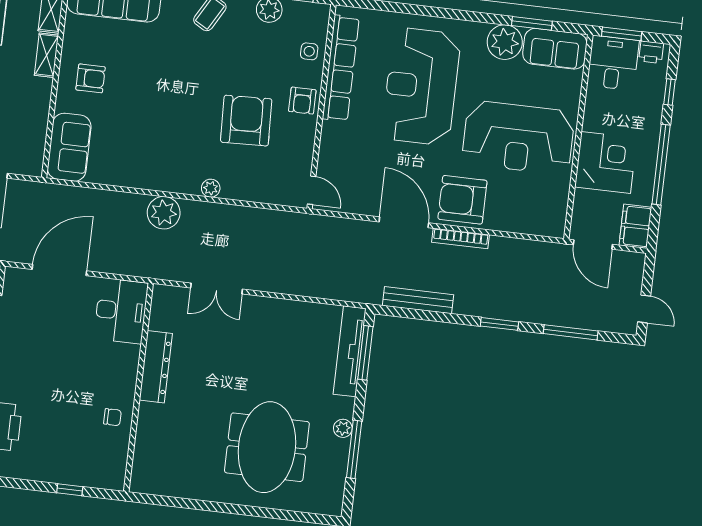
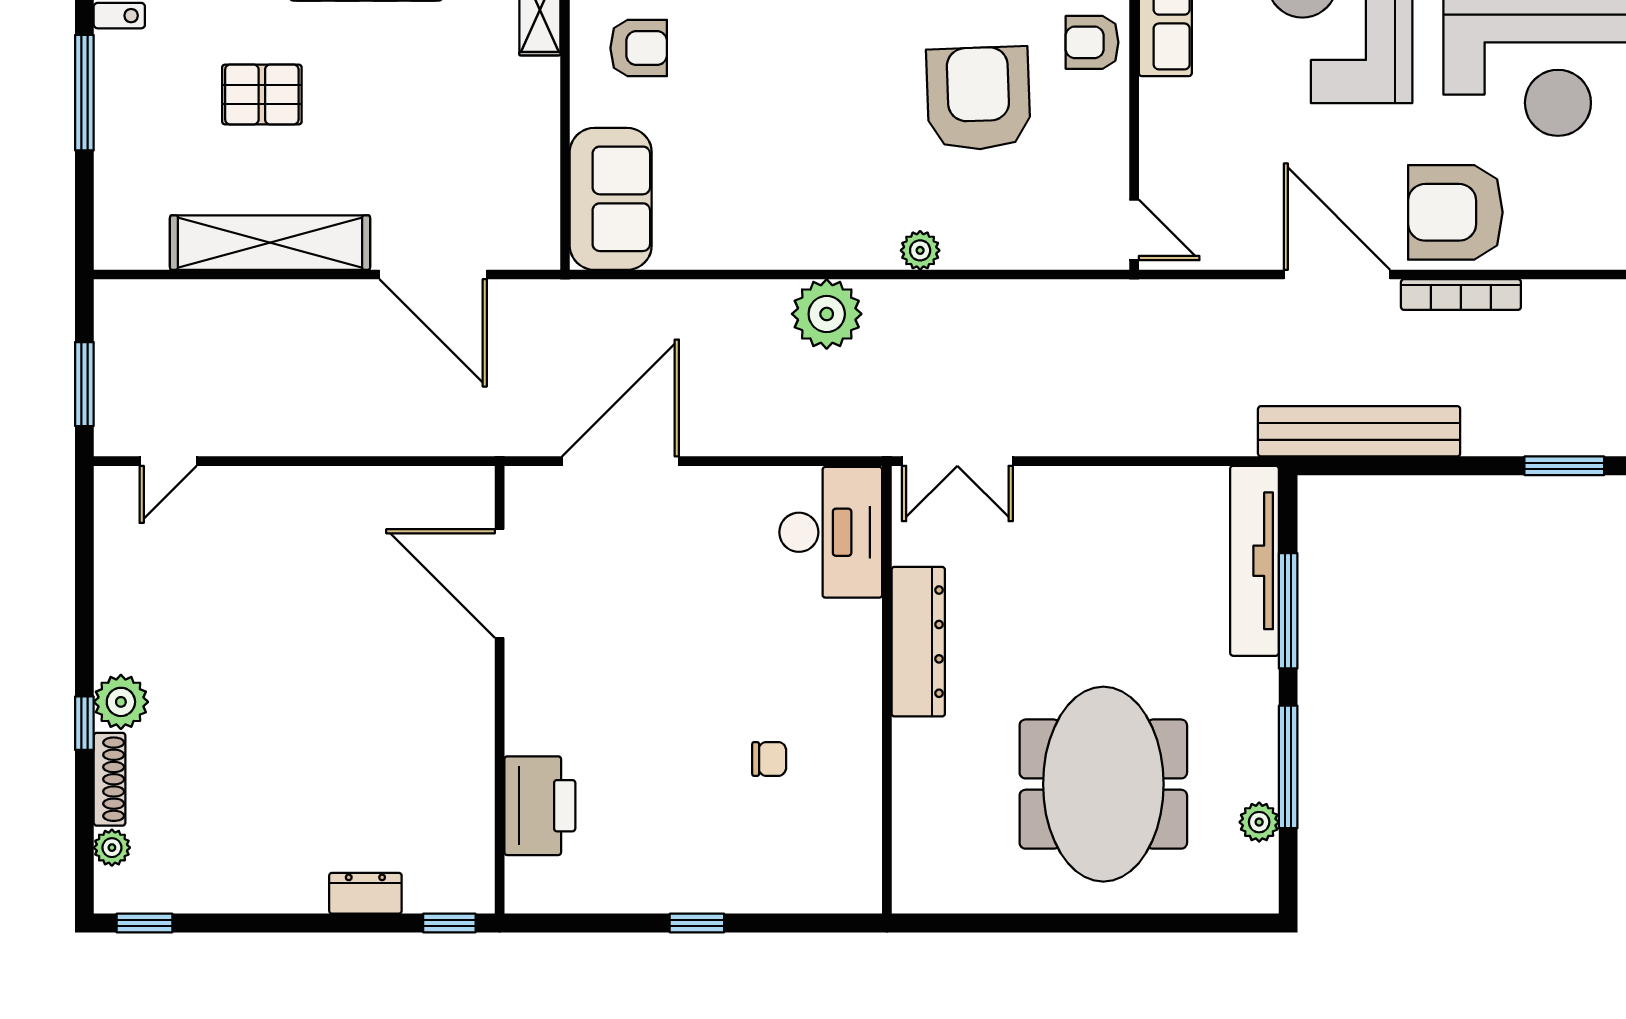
armchair: (302, 101) -> (1092, 42), turned 90
bench: (418, 300) -> (1359, 431), width x1.37, depth x1.21
desk: (121, 311) -> (831, 532), moved
window: (365, 353) -> (1288, 611), moved
dresser: (156, 367) -> (918, 642), moved
wall: (138, 387) -> (887, 690), moved
plant: (343, 428) -> (1259, 822), moved

